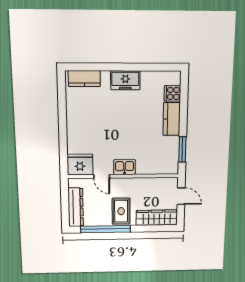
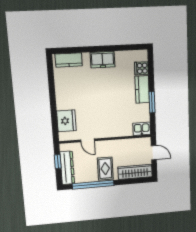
window: (182, 149) -> (152, 102), moved
fridge: (80, 165) -> (66, 121), moved, turned 90
kitchen sink: (125, 167) -> (142, 129), moved
window: (65, 199) -> (58, 161), added

